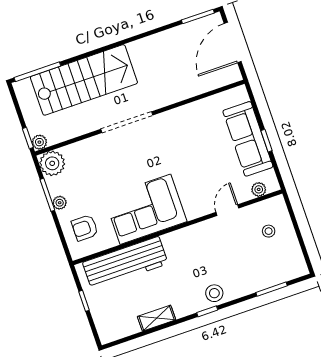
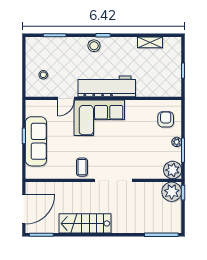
stairs: (84, 80) -> (85, 223), moved, width x0.73, depth x0.66
coffee table: (175, 126) -> (82, 167), added
plant: (39, 142) -> (172, 192), width x1.88, depth x1.88
plant: (259, 189) -> (40, 105), removed
corner sofa: (145, 209) -> (99, 118), moved
armchair: (85, 228) -> (166, 119), turned -90
workbench: (125, 263) -> (107, 86), moved
shelving: (157, 318) -> (150, 42), moved

